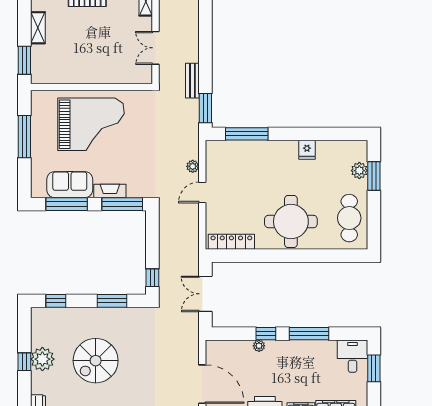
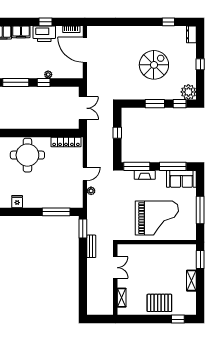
grand piano: (91, 124) -> (157, 218), turned 180
sofa: (70, 185) -> (181, 179), moved
window: (152, 278) -> (117, 133), moved
window: (112, 301) -> (155, 104), moved
plant: (42, 359) -> (188, 92), moved

